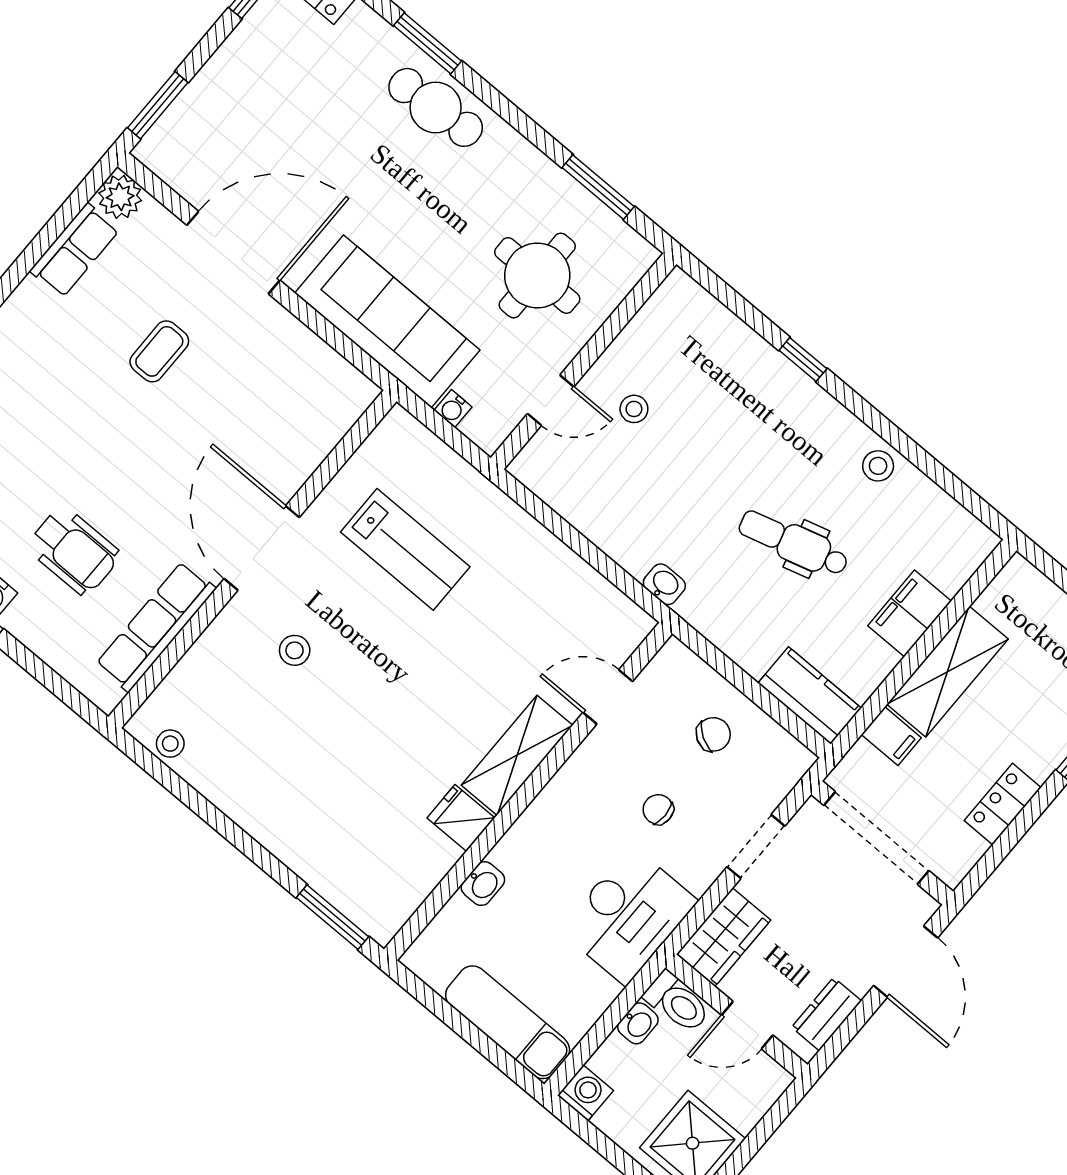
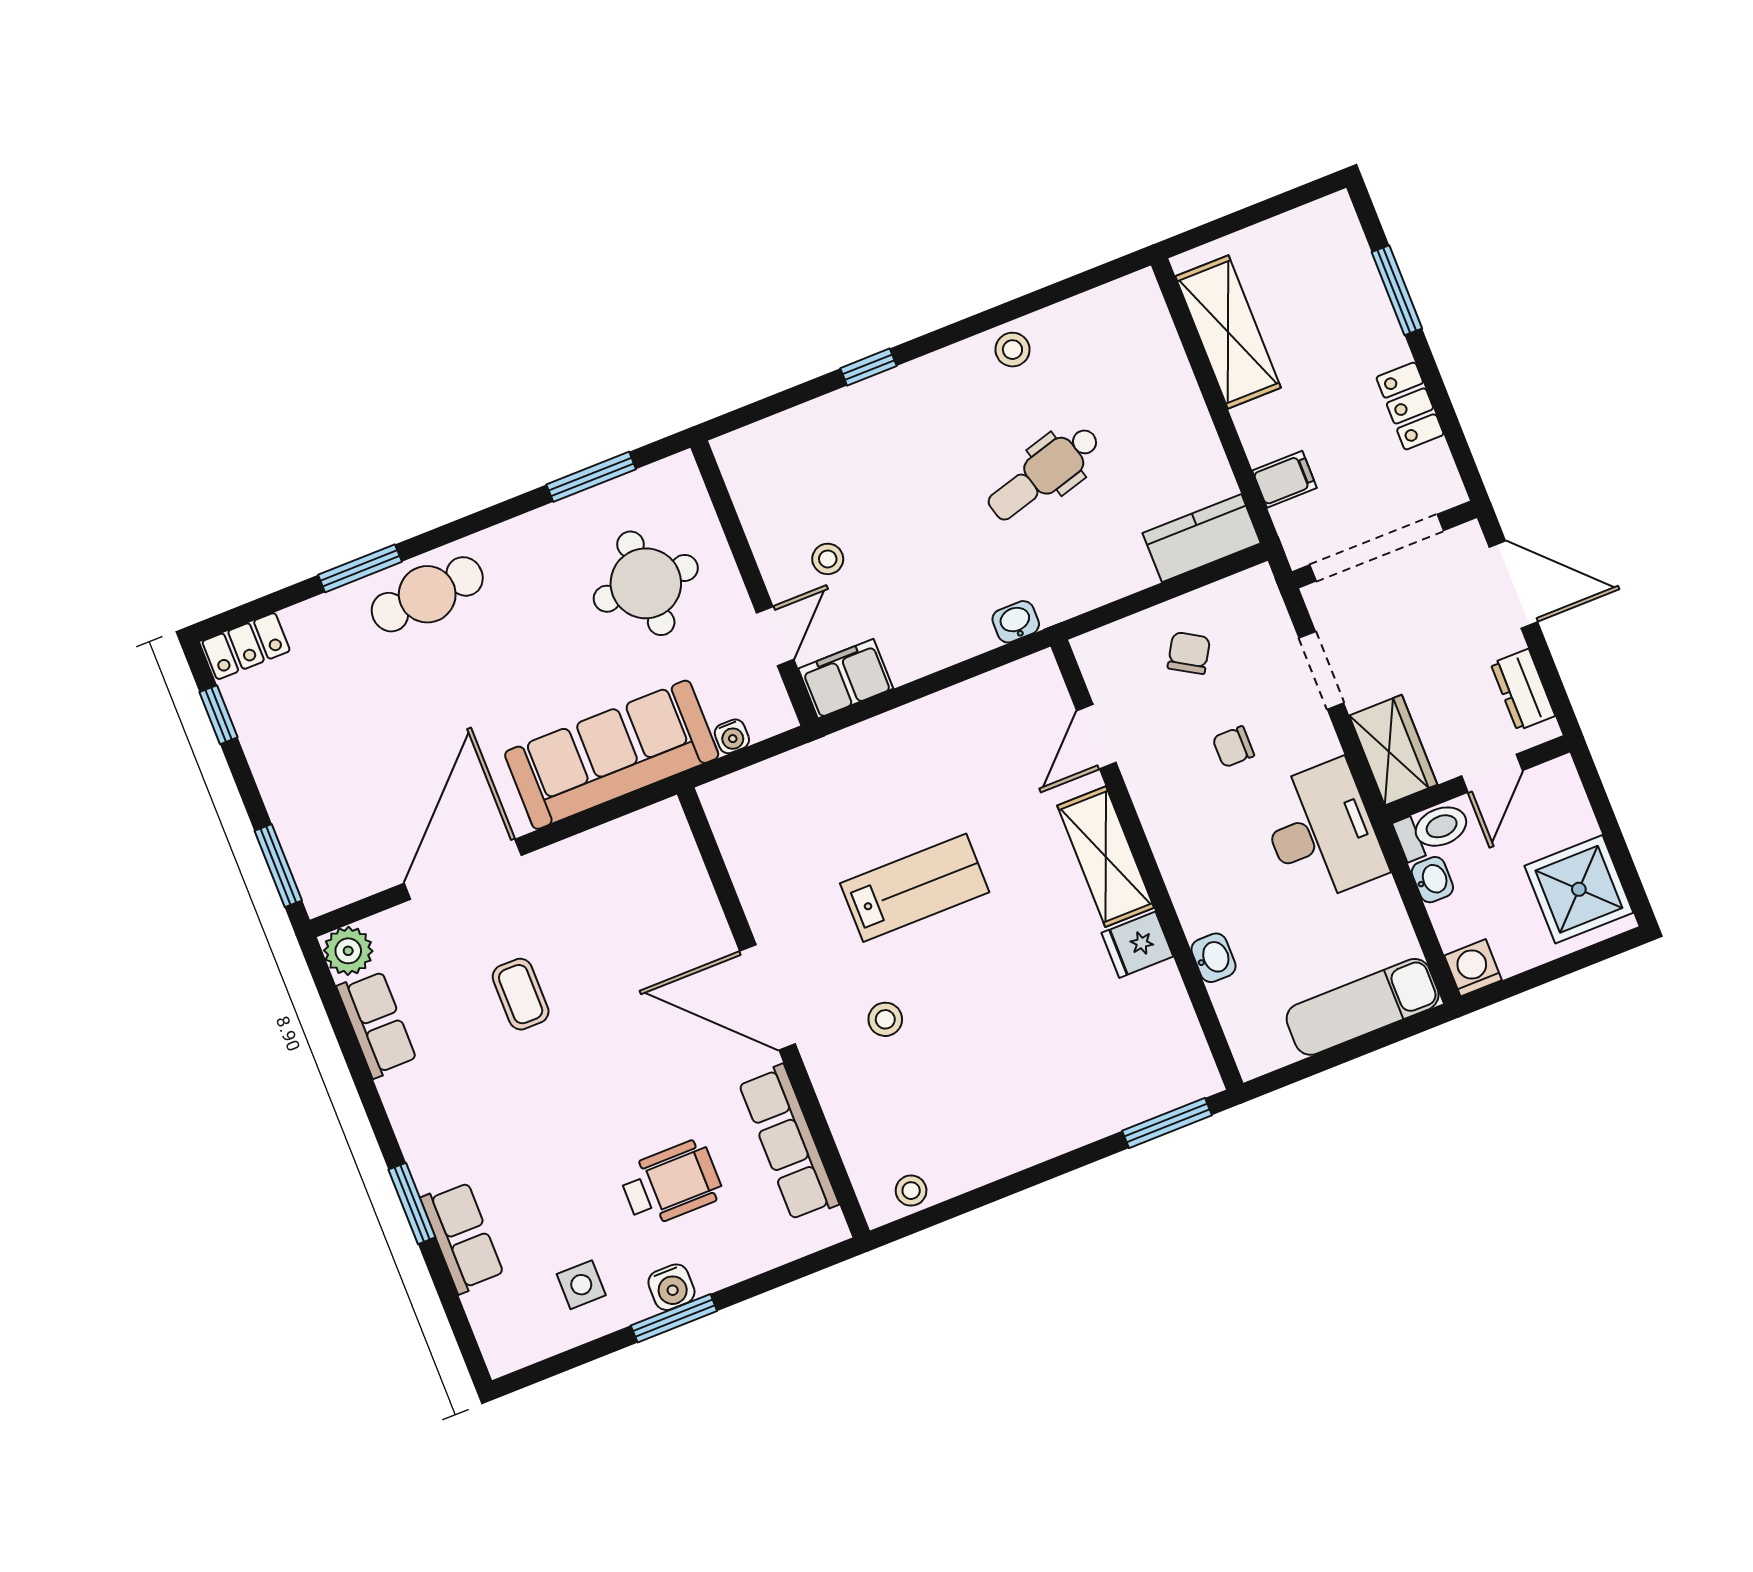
lab bench: (405, 549) -> (915, 888), moved
filing cabinet: (909, 613) -> (846, 679), moved, turned 90
shelving: (948, 672) -> (1228, 332), moved

